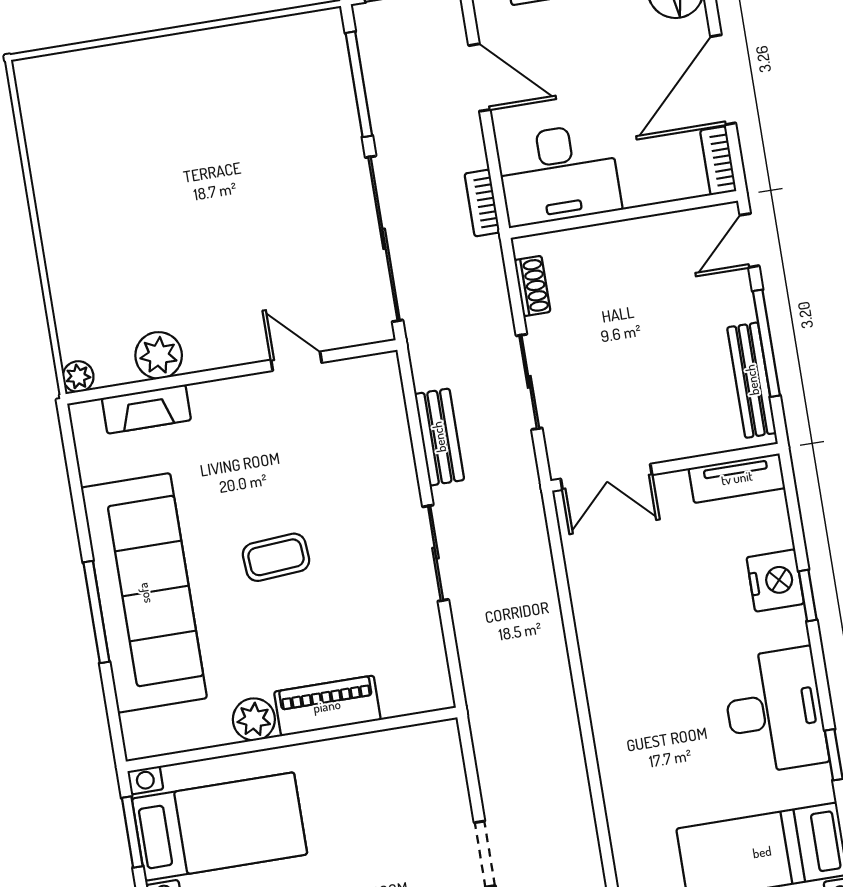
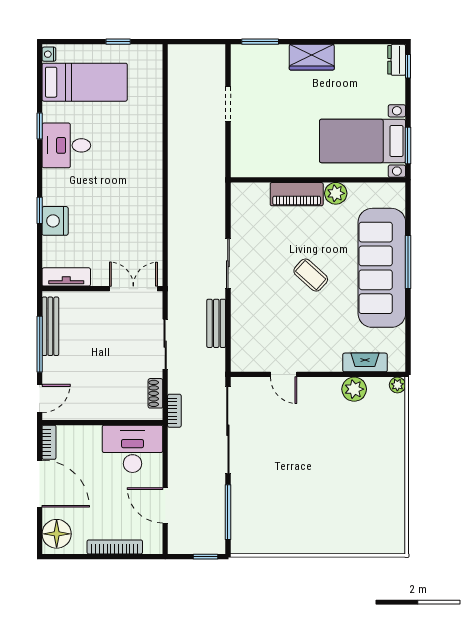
door: (723, 80) -> (40, 484), hinge flipped
bookcase: (482, 203) -> (174, 411), moved
coffee table: (276, 557) -> (311, 275), turned 46
desk: (775, 711) -> (66, 145), width x0.73

